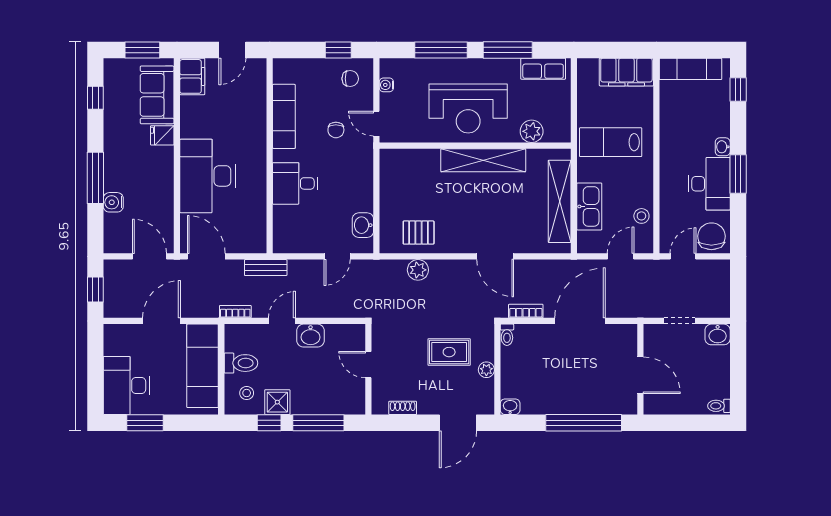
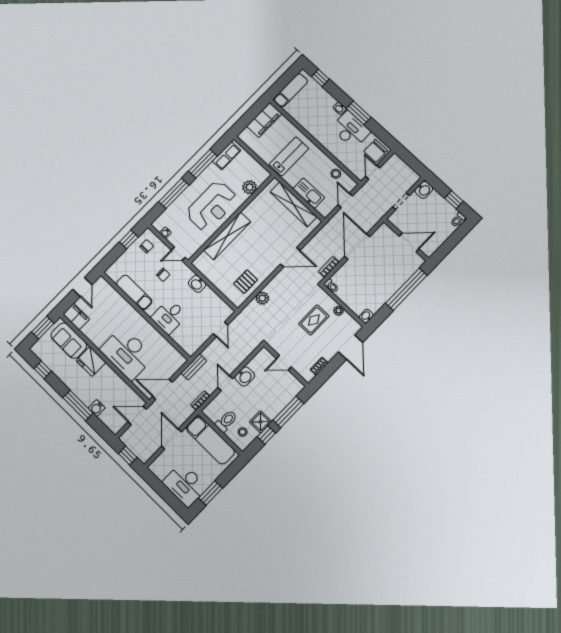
fridge: (162, 135) -> (91, 362), width x1.88, depth x1.34
lab bench: (611, 142) -> (289, 156), turned 180
shelving: (483, 160) -> (227, 236), moved
washbasin: (363, 225) -> (197, 284), moved
chair: (711, 236) -> (376, 151), turned -90
window: (738, 379) -> (454, 200), added

